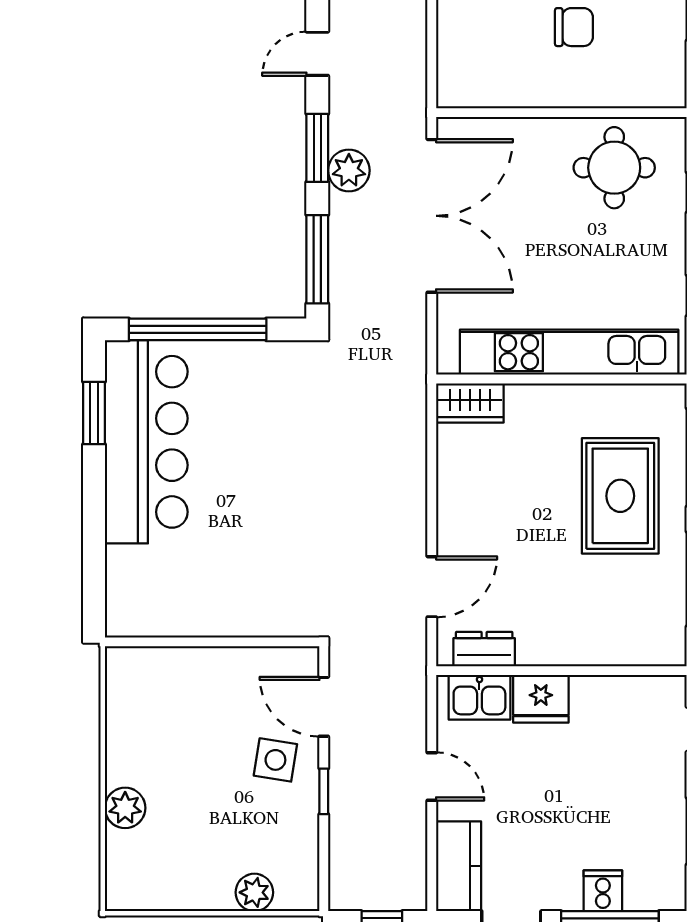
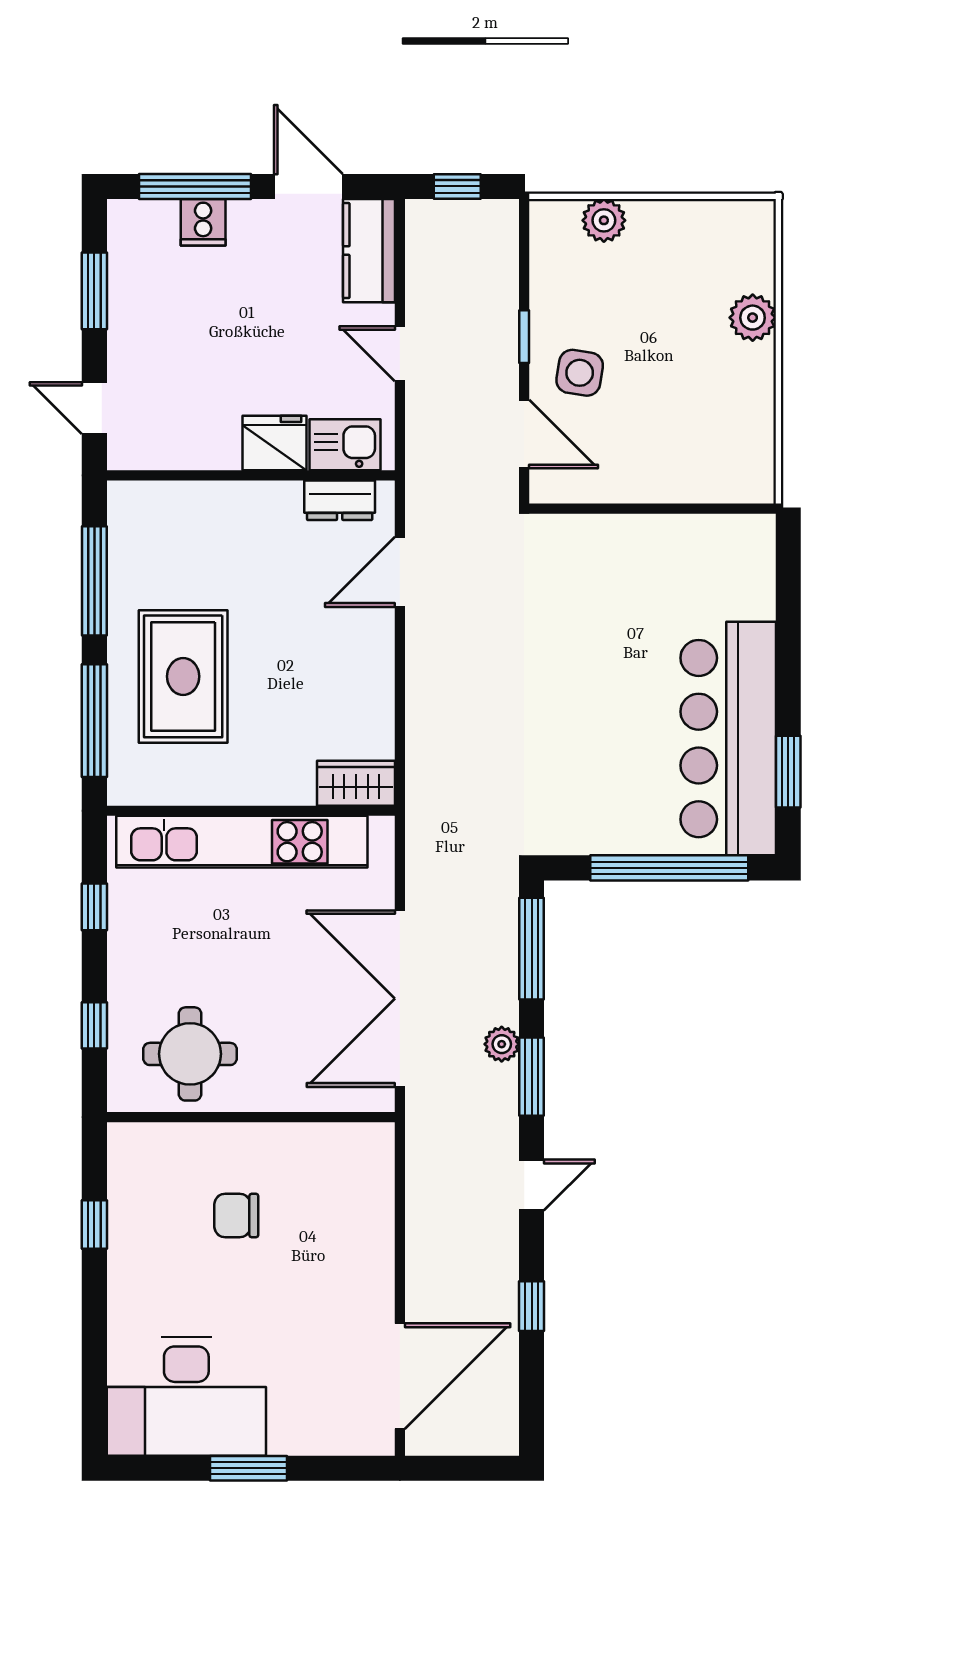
plant: (349, 170) -> (502, 1044), width x0.73, depth x0.73

